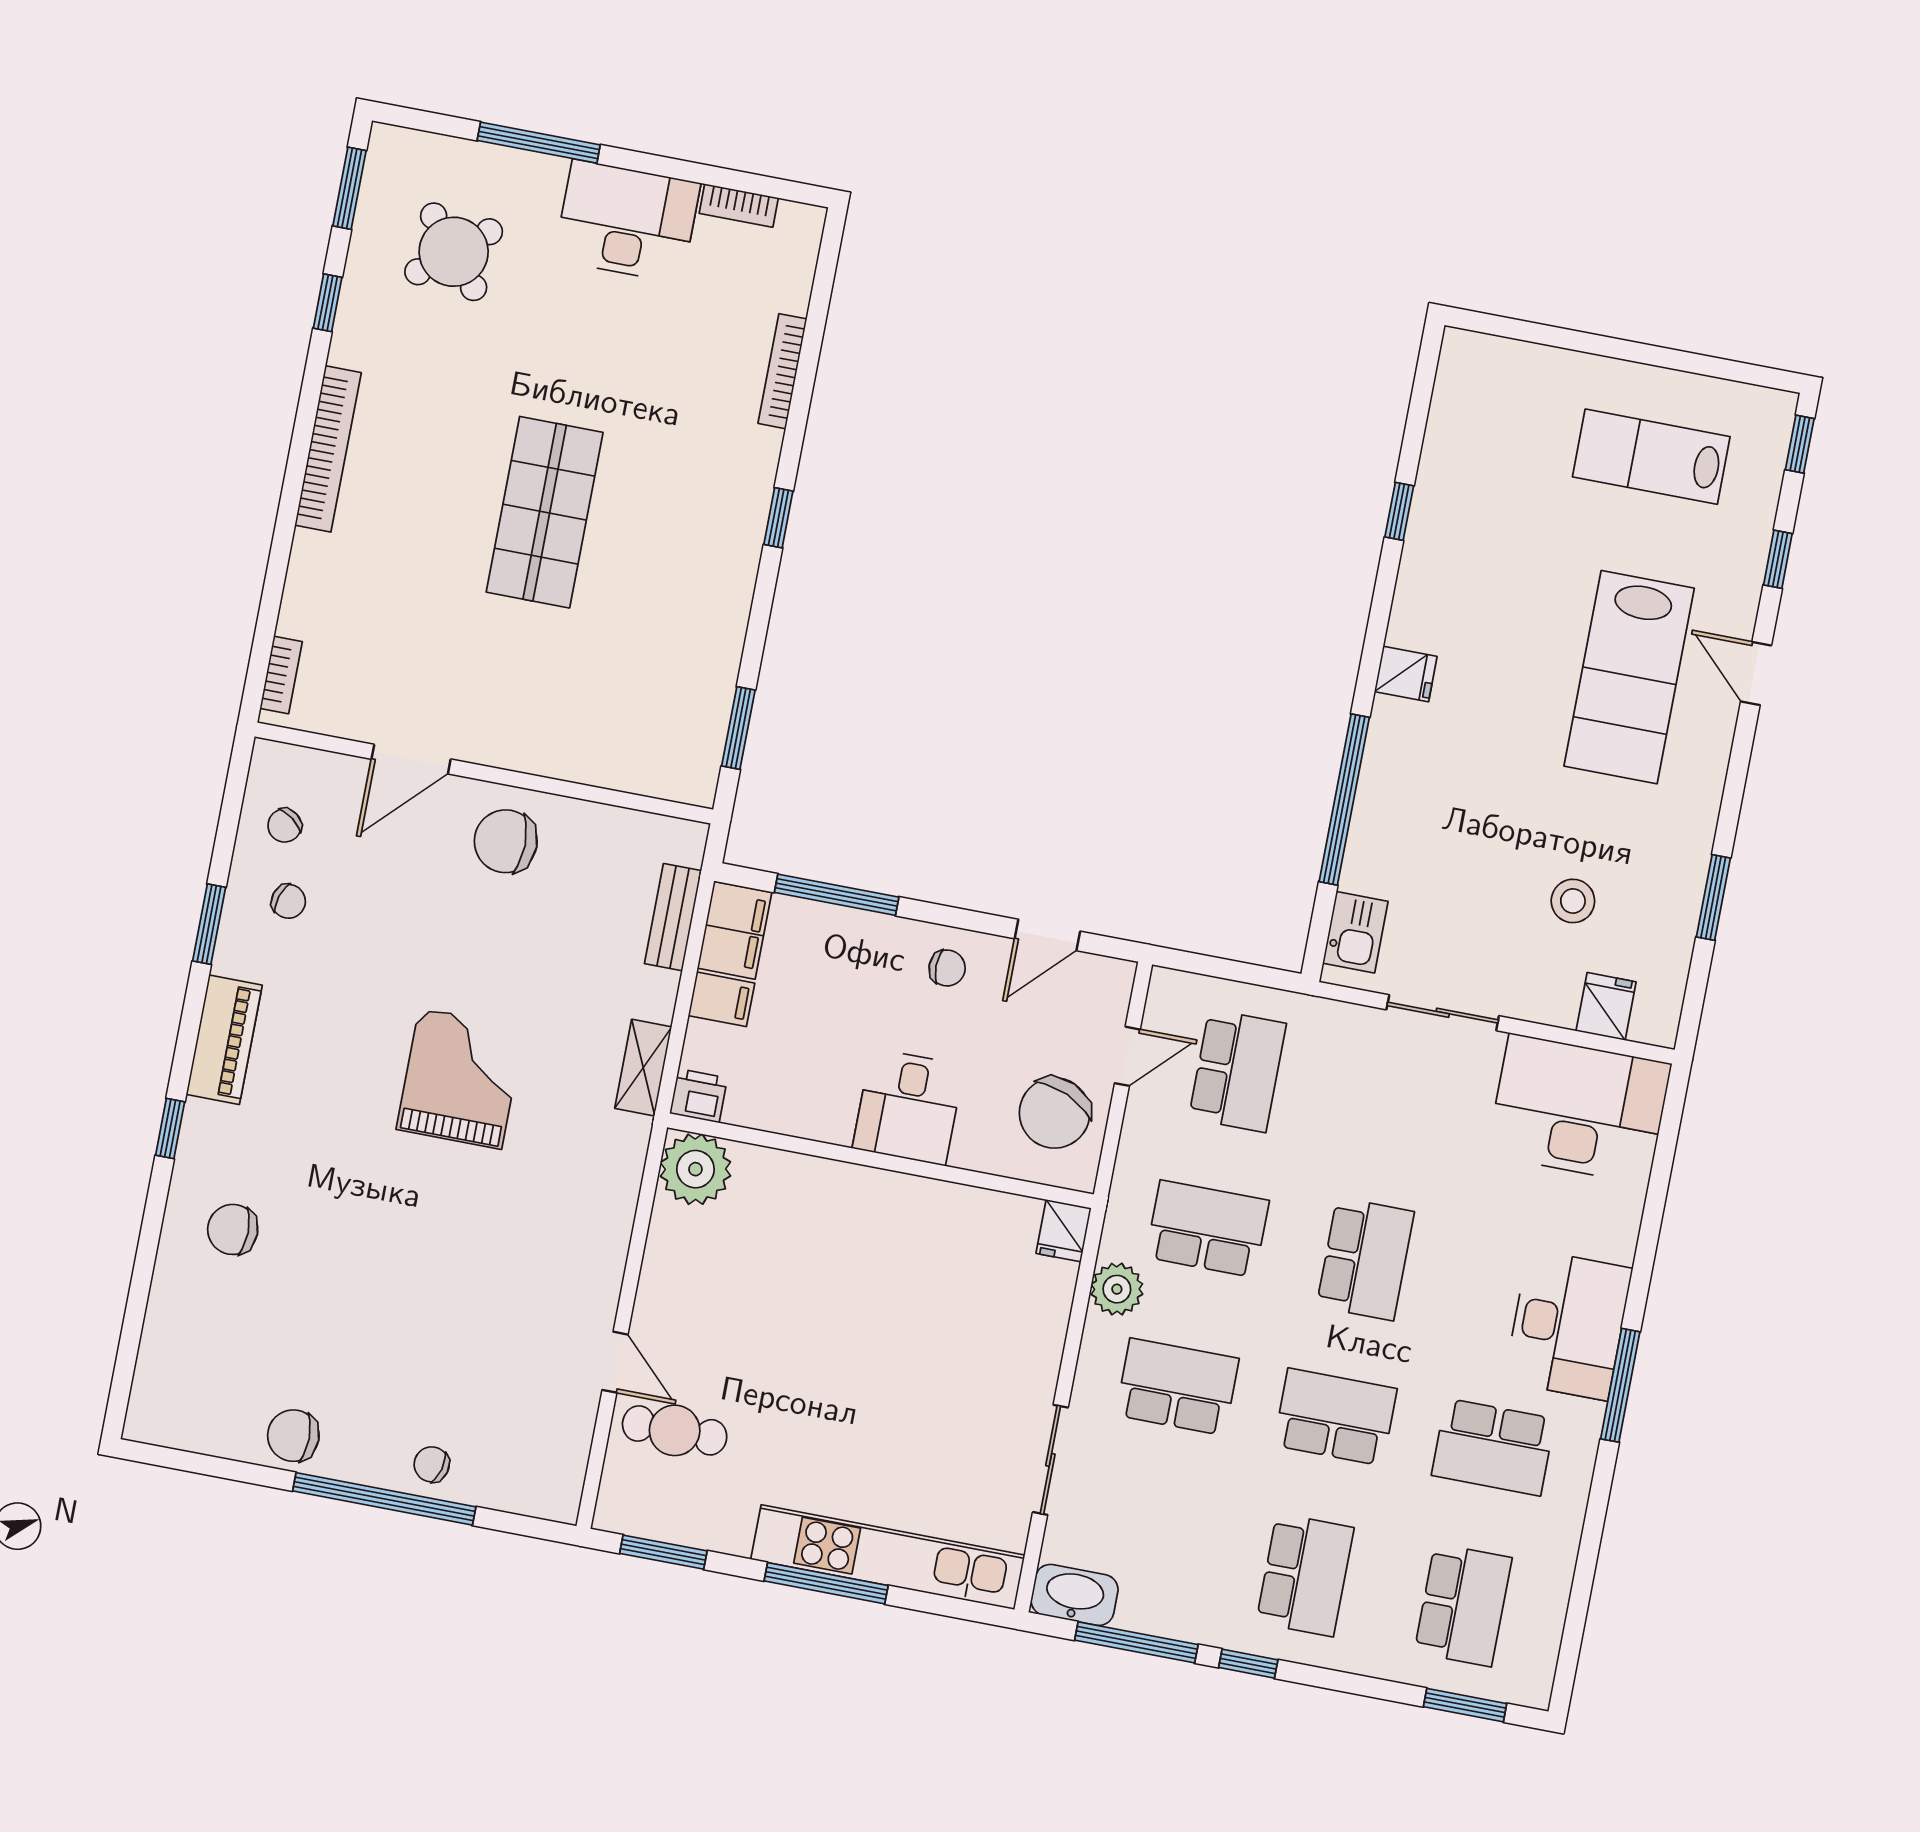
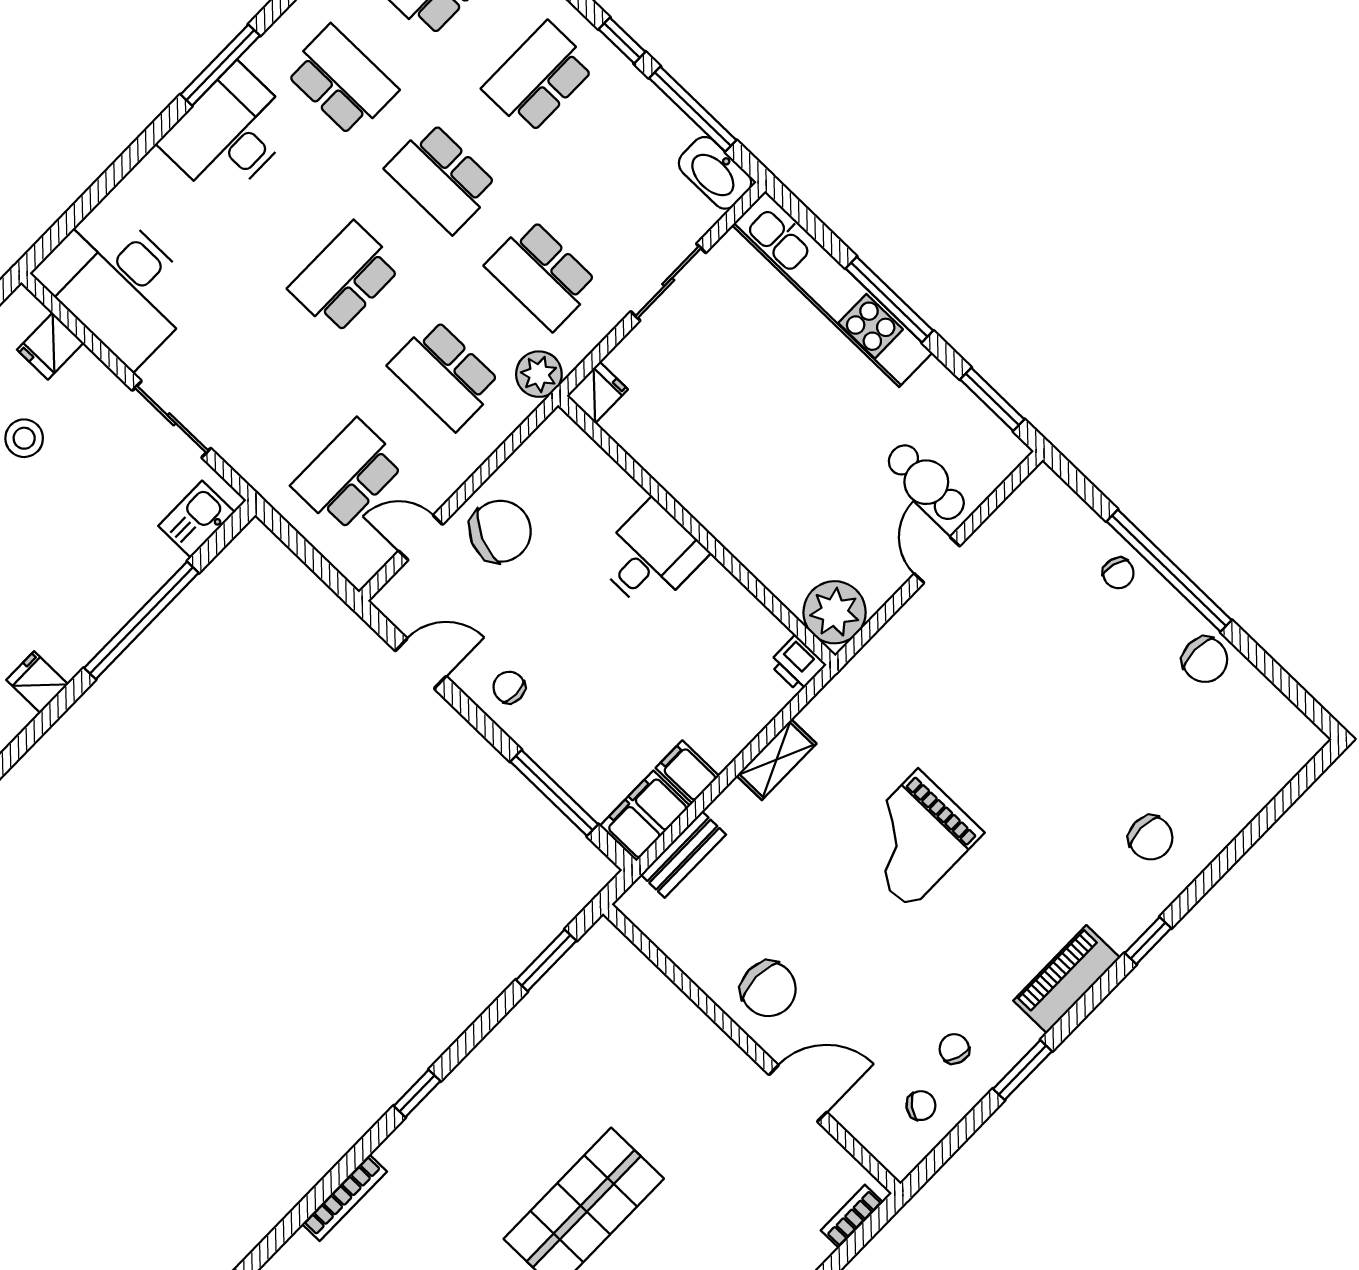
printer: (699, 1096) -> (797, 664), moved
desk: (908, 1107) -> (651, 556), moved
wall: (880, 1161) -> (697, 530), moved
plant: (695, 1169) -> (835, 612), moved
fridge: (1064, 1231) -> (597, 393), moved

